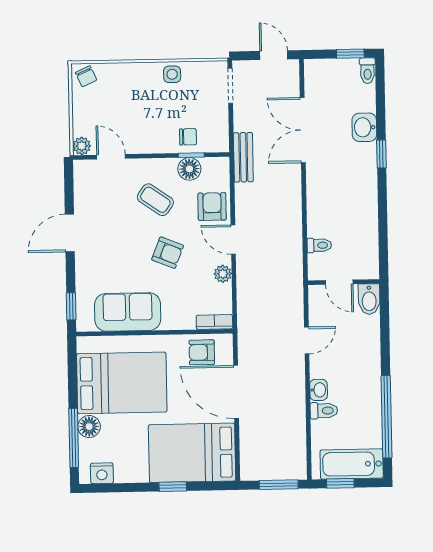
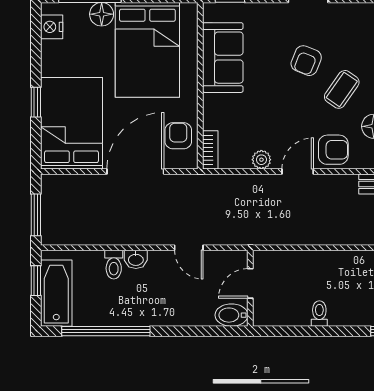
toilet: (319, 245) -> (319, 314), moved, turned 180
armchair: (168, 253) -> (306, 61), moved

